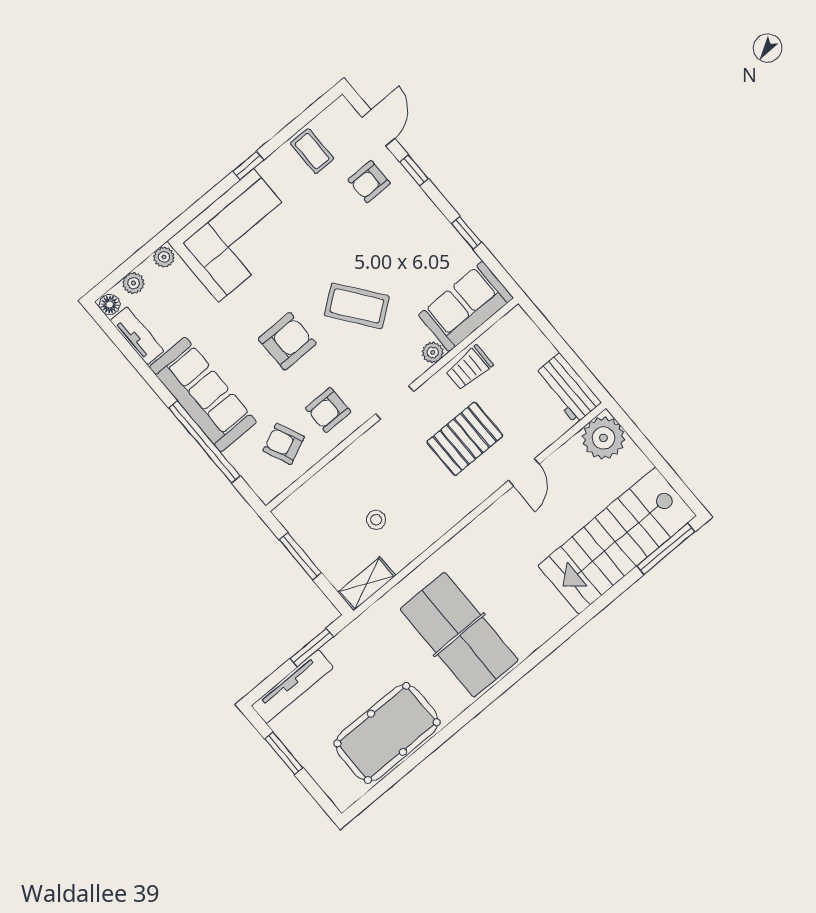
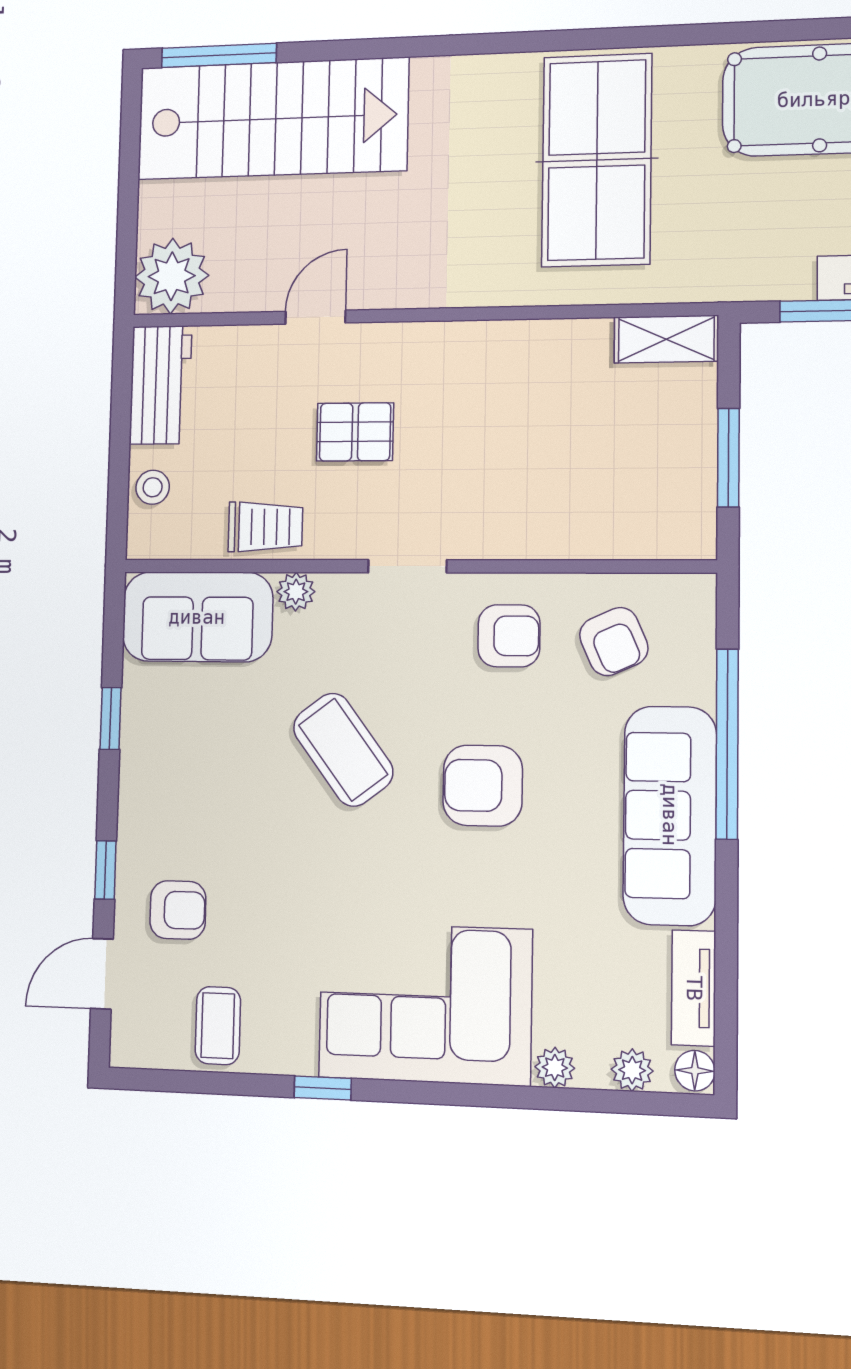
pallet: (465, 439) -> (355, 432), width x0.67, depth x0.71
stool: (376, 520) -> (153, 487), moved

